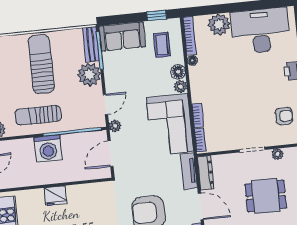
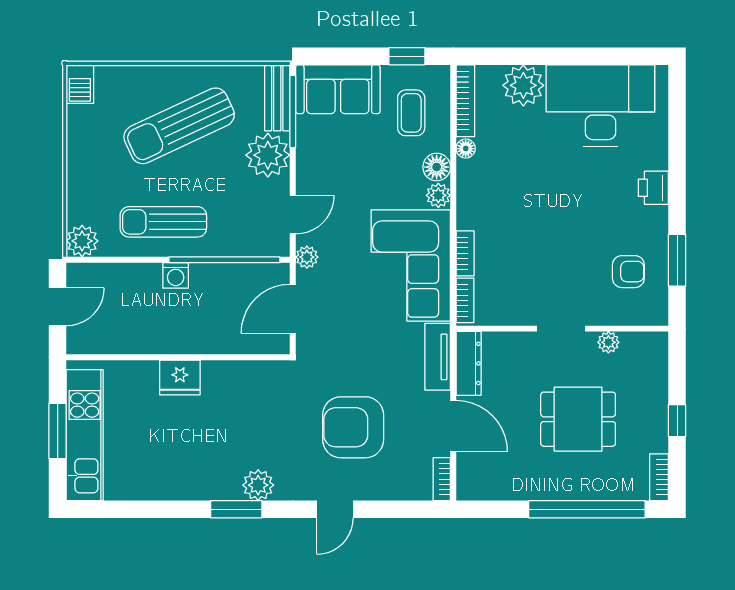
sun lounger: (41, 64) -> (179, 126), turned -115
washing machine: (48, 149) -> (176, 275), width x0.53, depth x0.53

